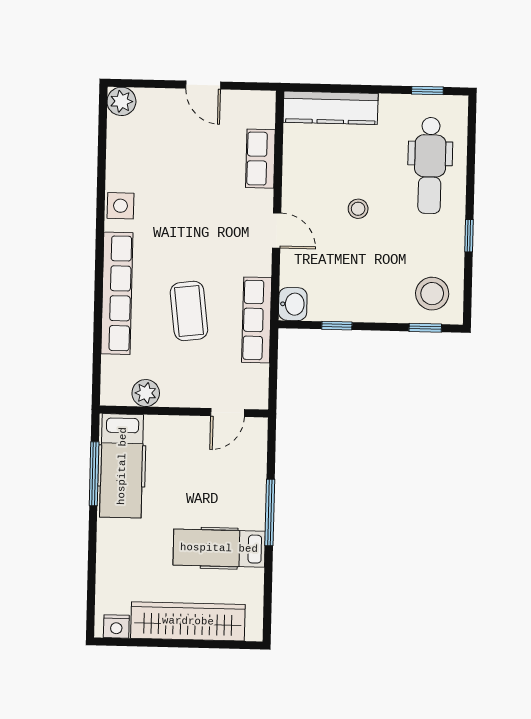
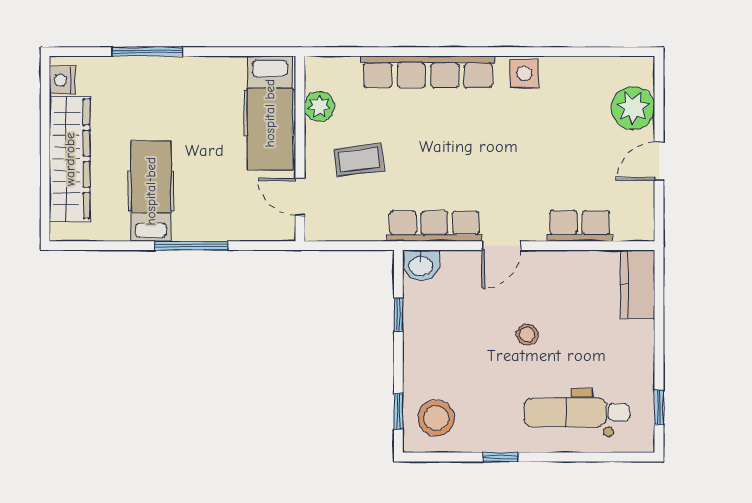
plant: (121, 101) -> (633, 108), moved, width x1.36, depth x1.36
kitchen counter: (331, 108) -> (637, 284), width x0.67
coffee table: (189, 311) -> (359, 160), moved, width x0.73, depth x0.77
row of seats: (257, 320) -> (434, 226), moved
hospital bed: (122, 466) -> (270, 113), moved, turned -90
window: (94, 474) -> (147, 52), moved

